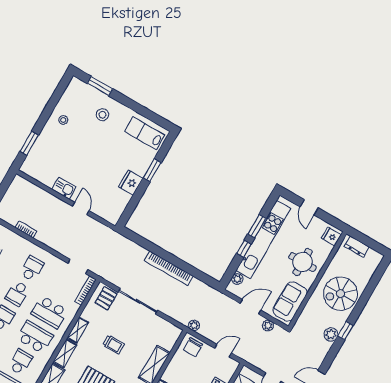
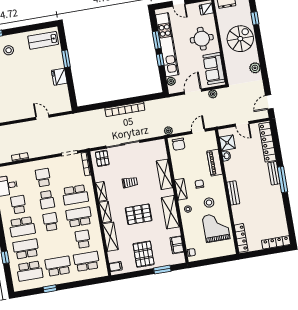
kitchen sink: (64, 188) -> (22, 113), removed
spiral stairs: (340, 294) -> (240, 39), turned 180
window: (345, 331) -> (255, 18), moved

